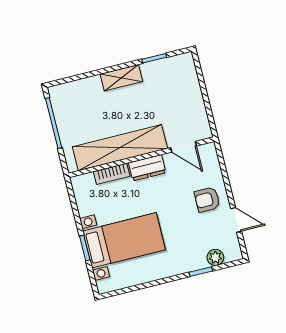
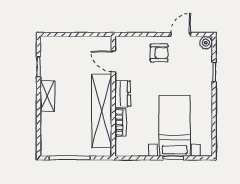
door: (183, 147) -> (113, 61), swing flipped
armchair: (207, 200) -> (159, 53), turned -90
plant: (215, 257) -> (206, 43), moved

